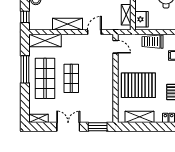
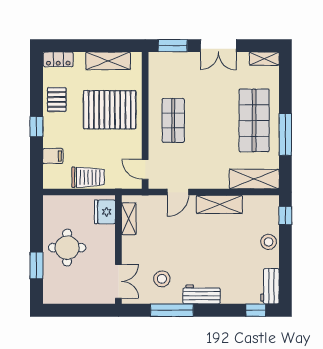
shop shelf: (71, 78) -> (173, 120), moved

